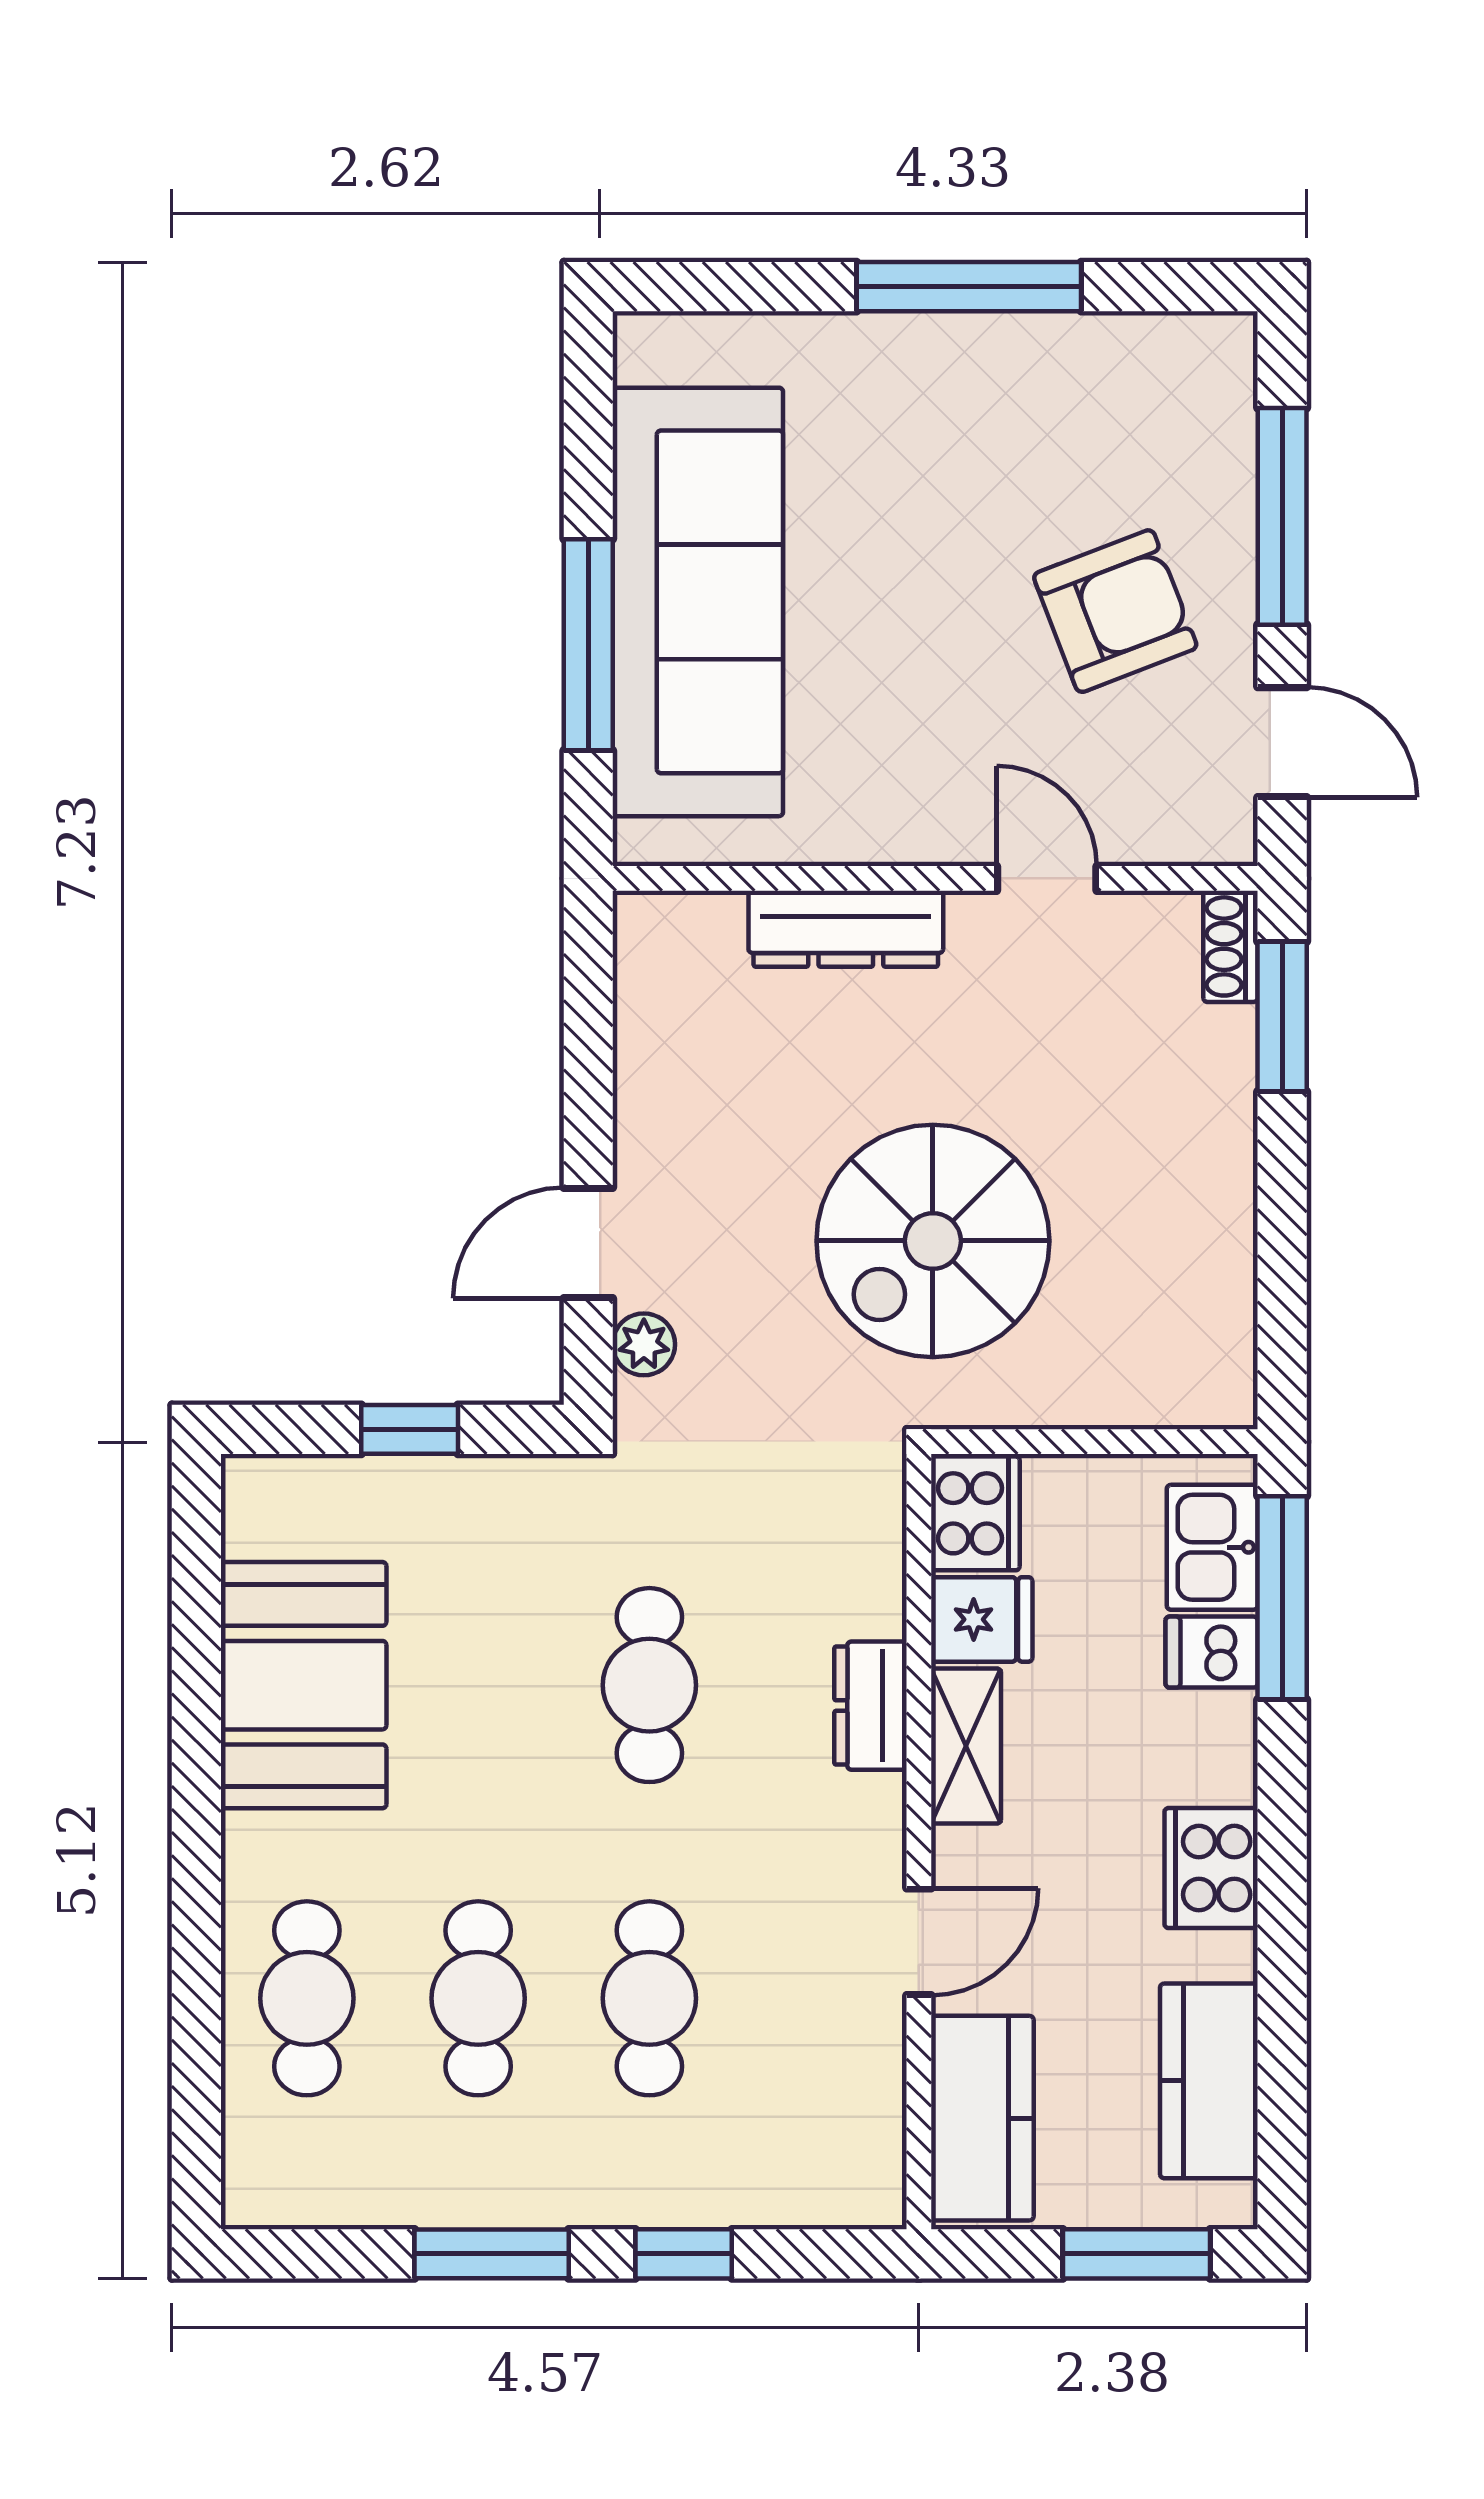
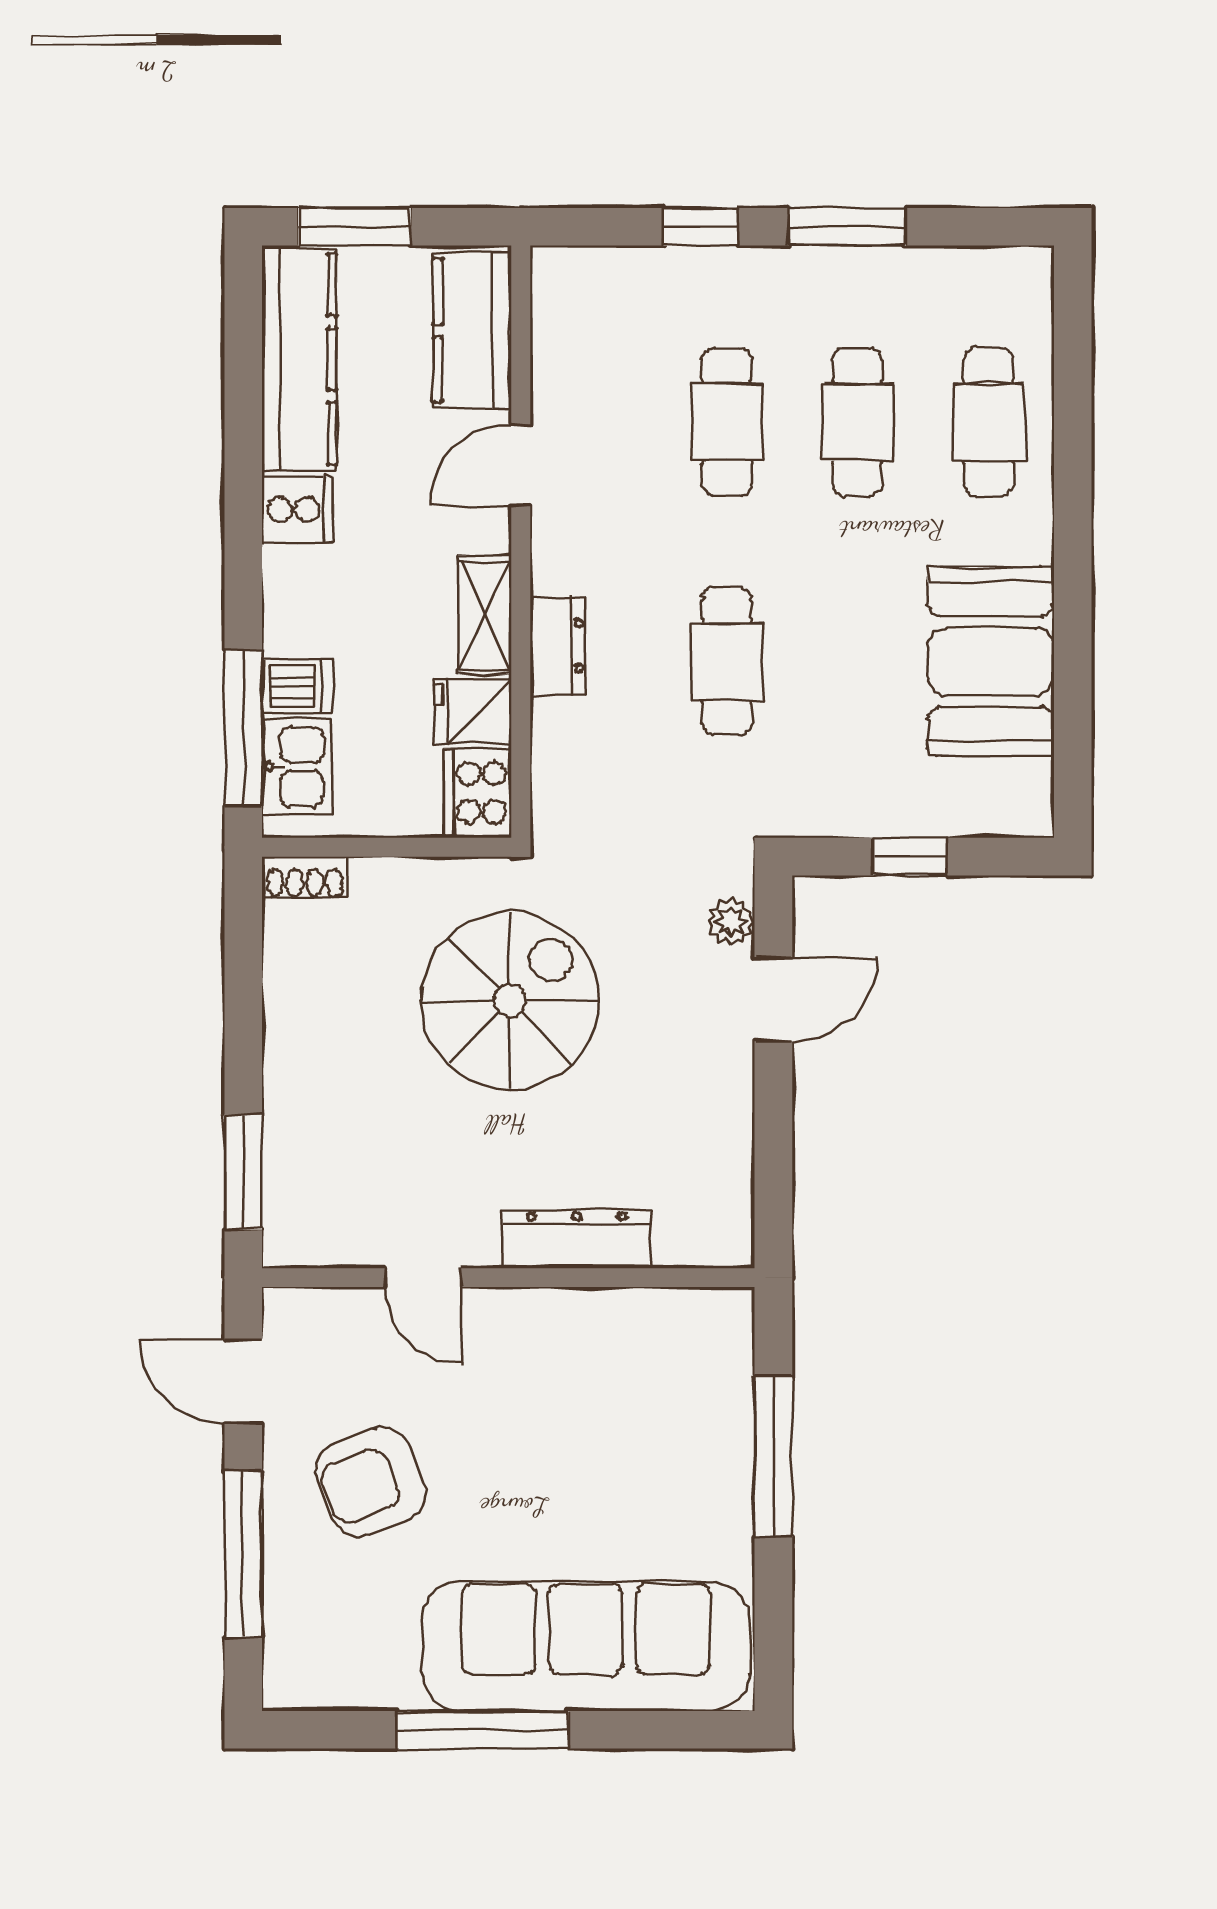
sofa: (698, 602) -> (586, 1646), moved, turned 90
shoe rack: (1231, 946) -> (305, 877), moved, turned 90
cooker: (1211, 1868) -> (298, 509), width x0.73
kitchen counter: (1209, 2081) -> (299, 359), width x1.50

